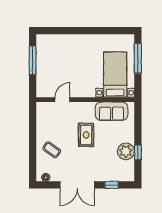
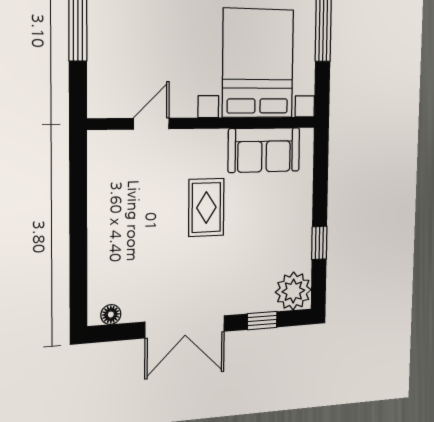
bed with nightstands: (115, 75) -> (258, 63), width x1.36
coffee table: (52, 150) -> (125, 247), removed
plant: (126, 151) -> (293, 291), moved

